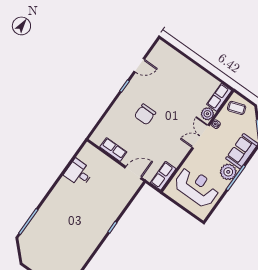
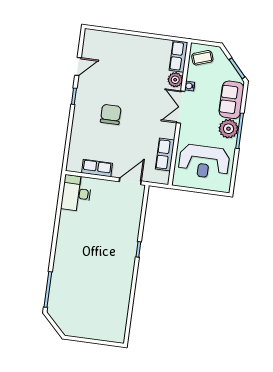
chair: (145, 114) -> (111, 114), turned 180
desk: (79, 173) -> (76, 193), moved, width x1.37
row of seats: (163, 176) -> (165, 155), moved
reception desk: (197, 187) -> (204, 162), turned 180

